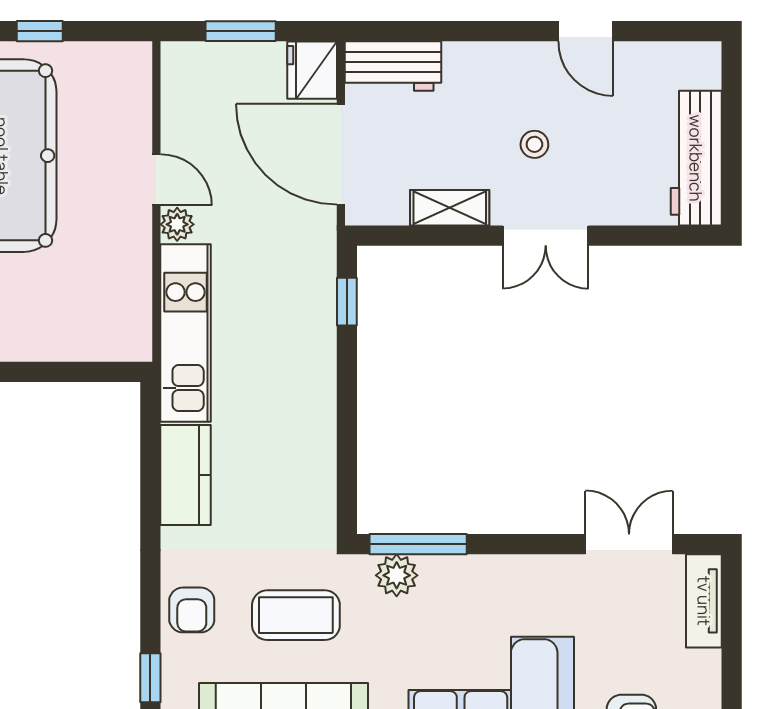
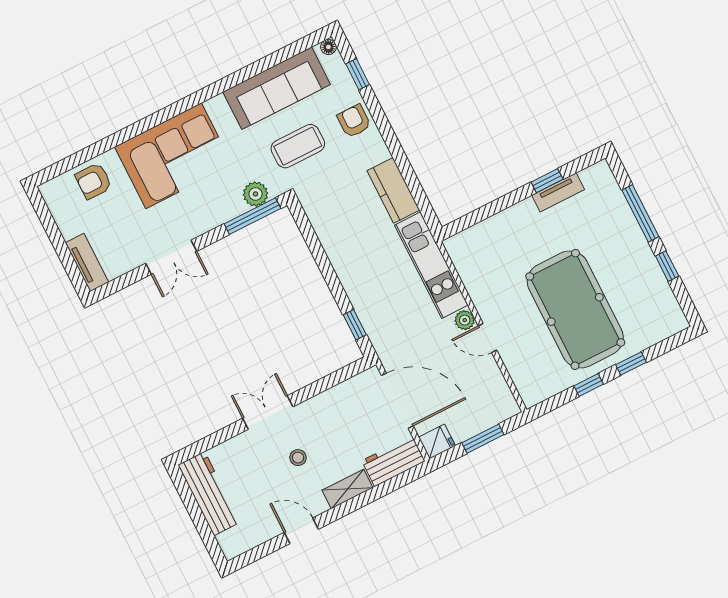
fridge: (312, 70) -> (437, 441), width x0.72
shelving: (450, 208) -> (347, 489), moved
double door: (629, 544) -> (171, 257), moved

